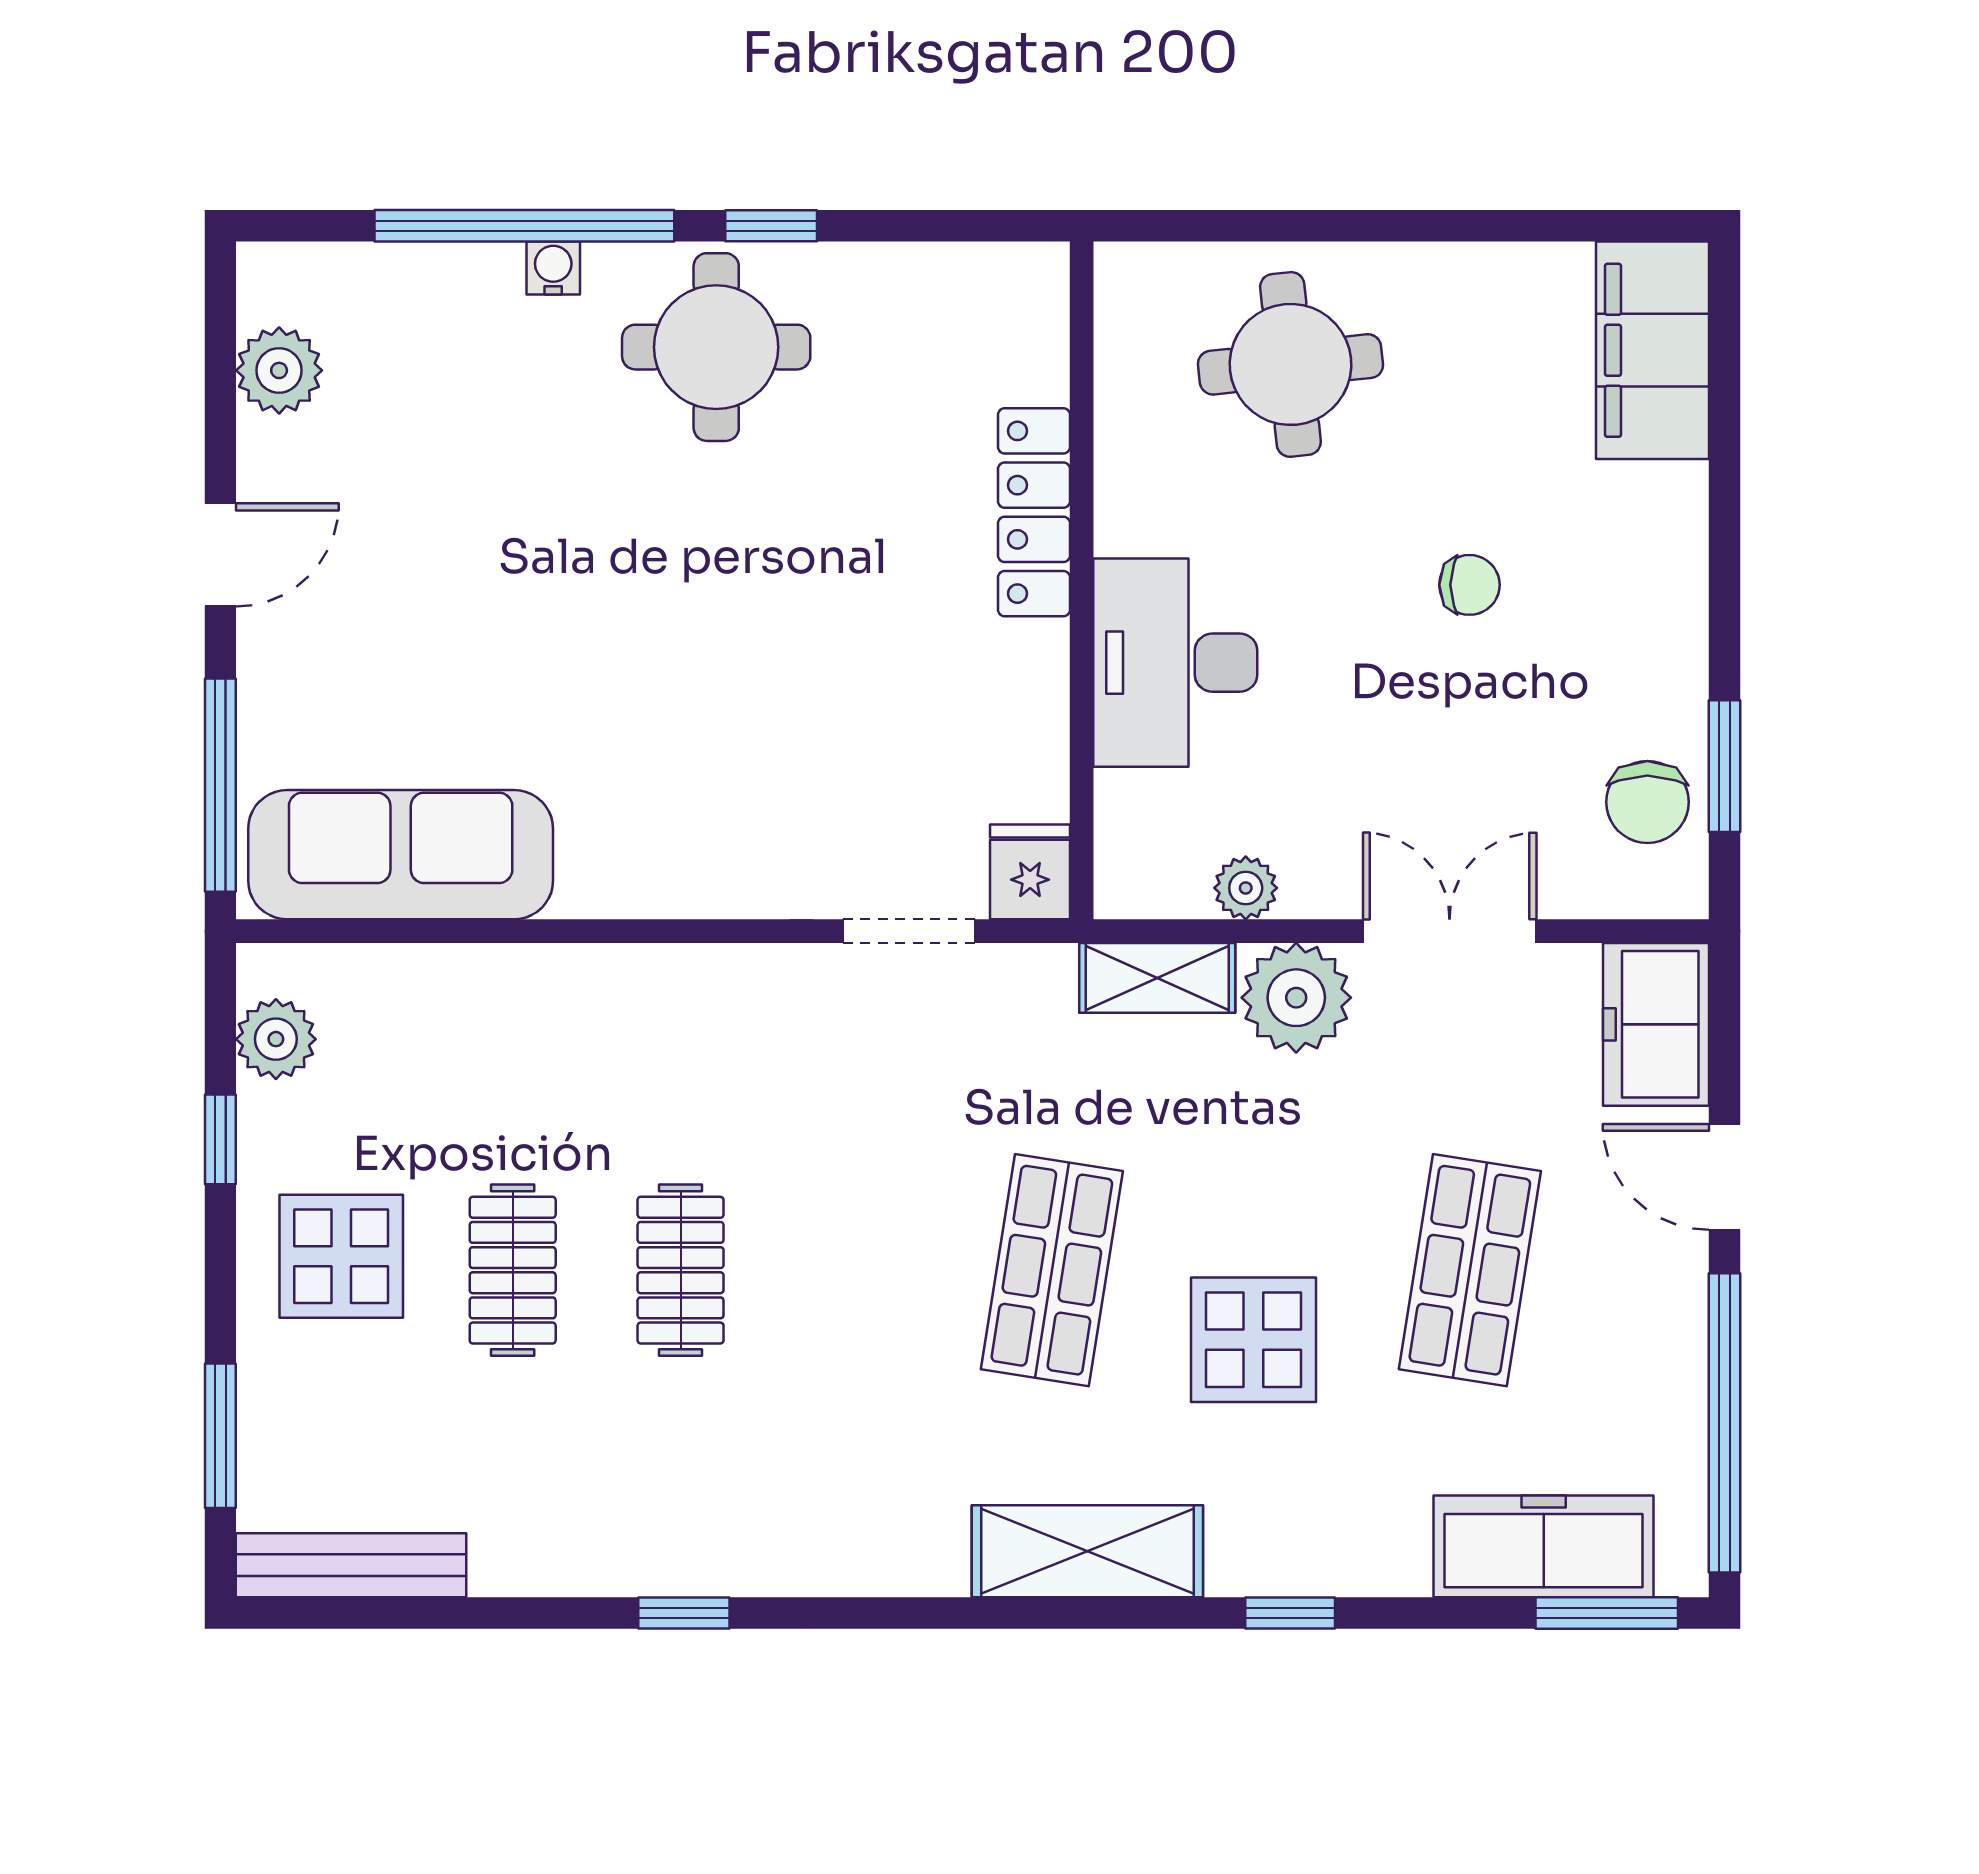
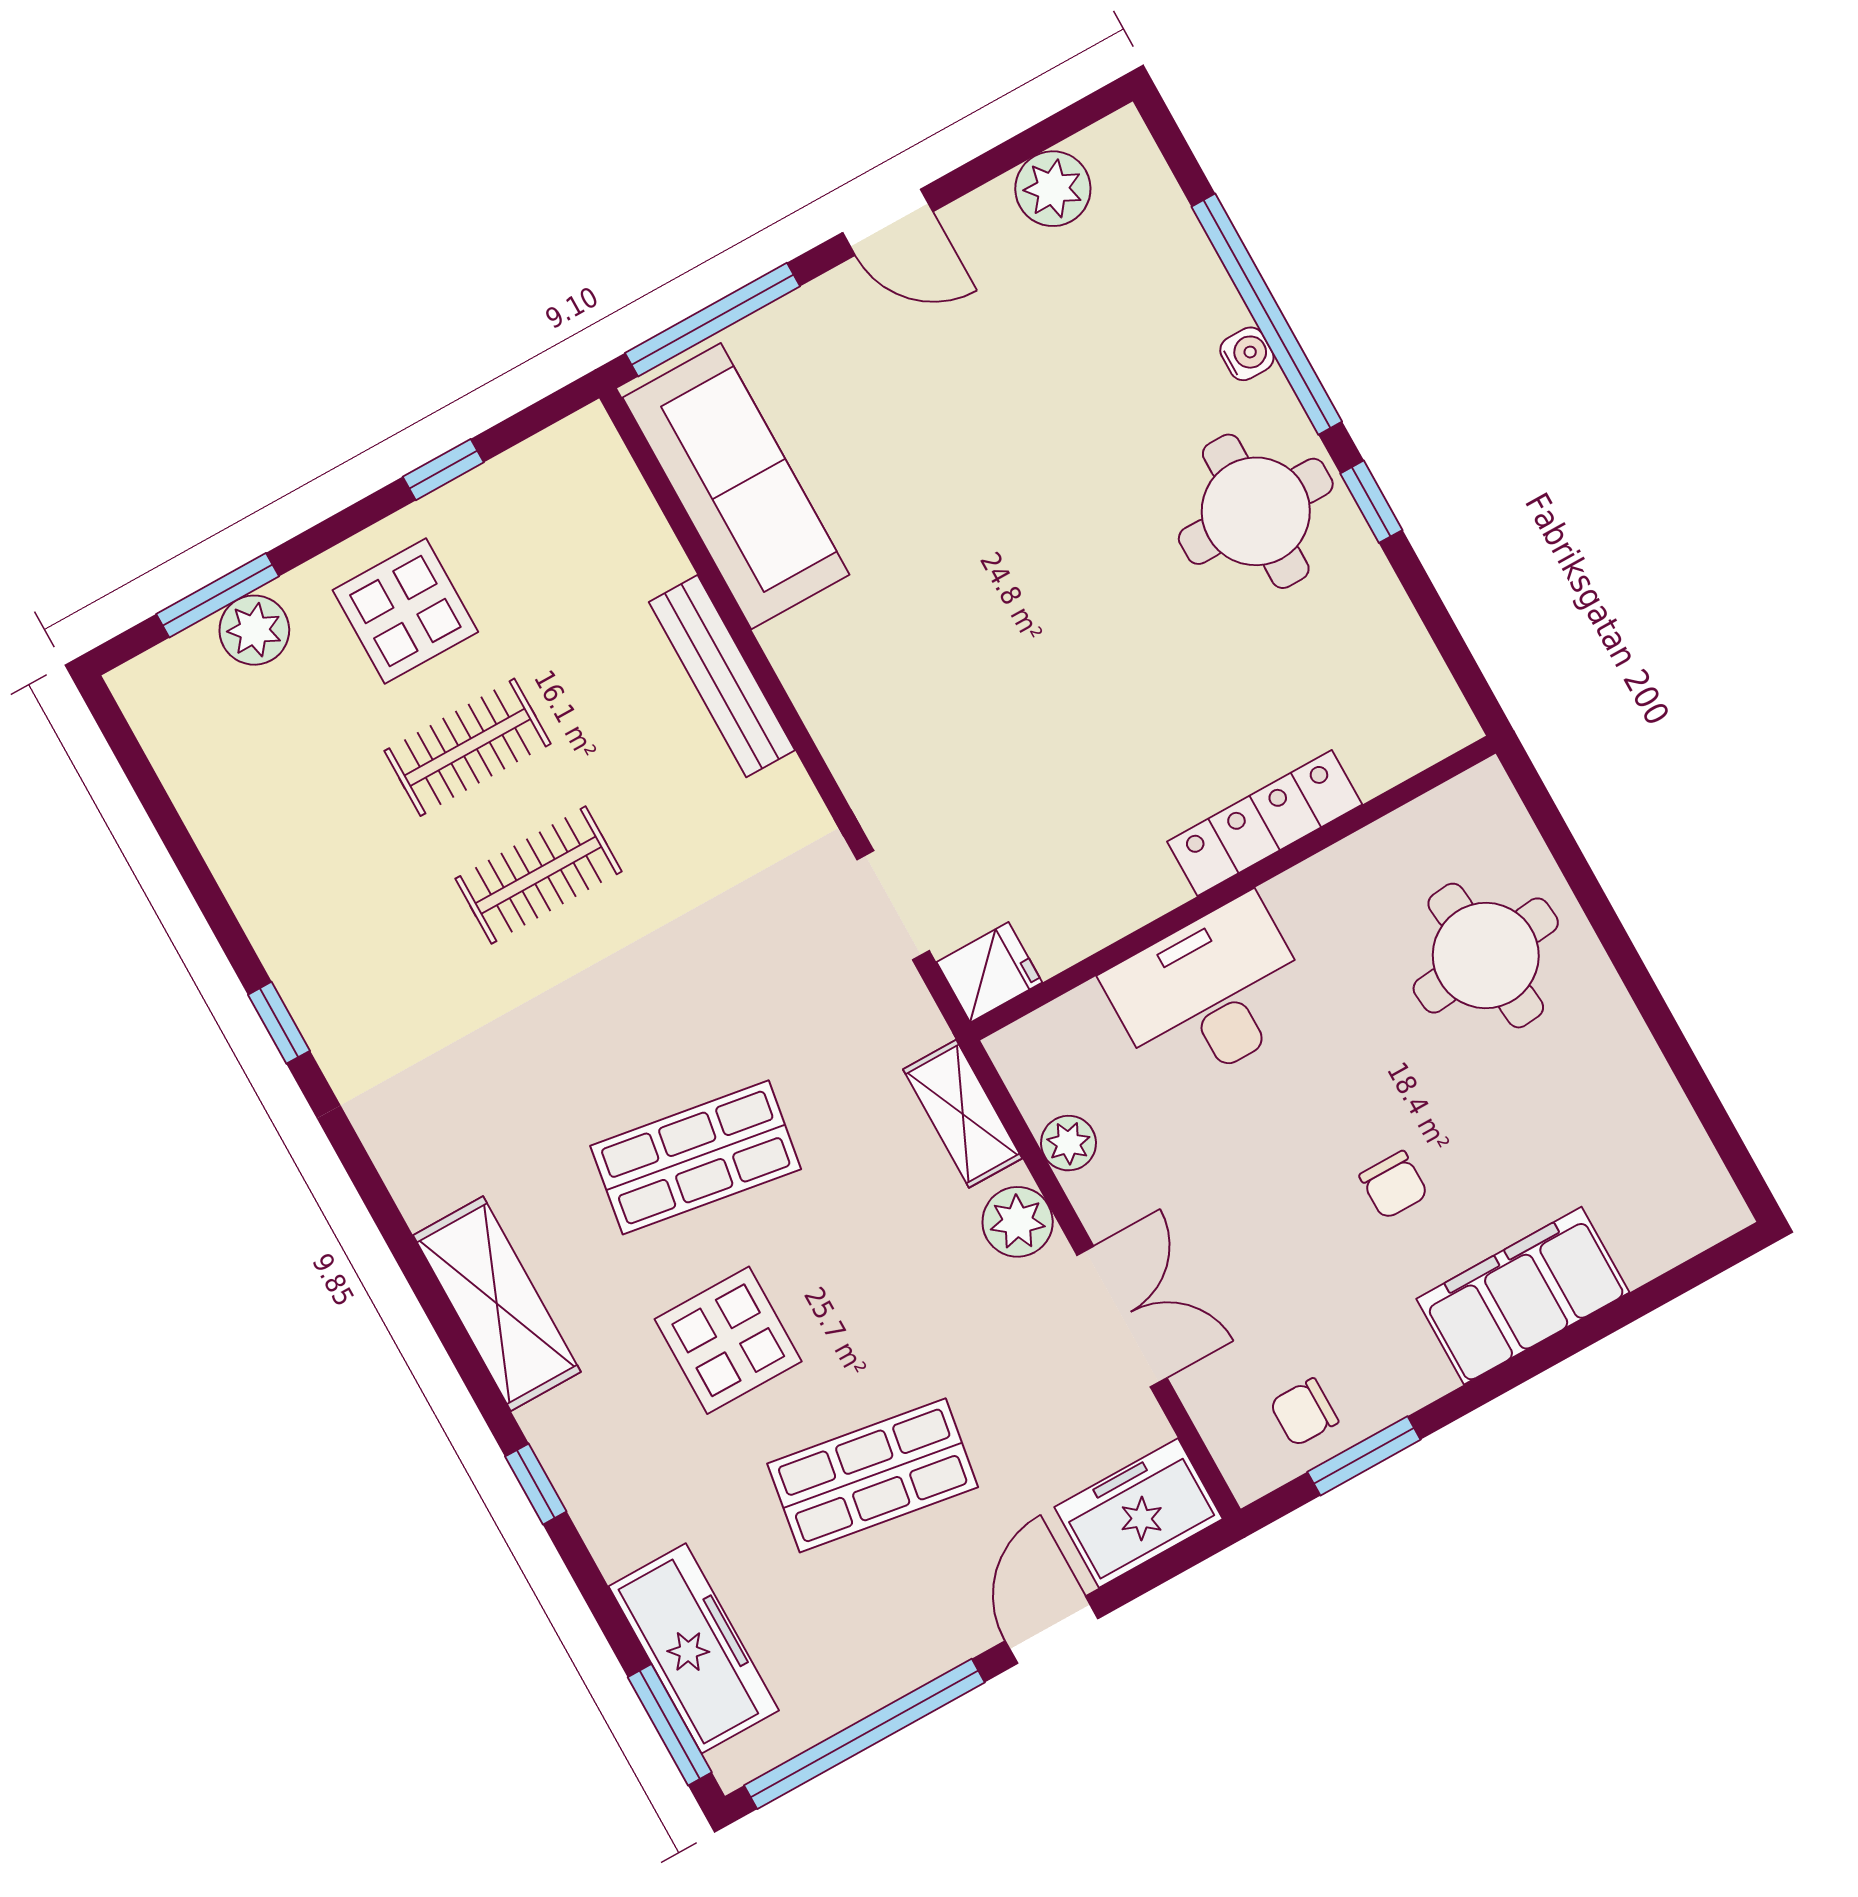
filing cabinet: (1653, 350) -> (1523, 1296), moved
chair: (1647, 802) -> (1304, 1412), width x0.73, depth x0.73
plant: (1296, 998) -> (1018, 1222), width x0.73, depth x0.73
plant: (276, 1039) -> (254, 630), moved
bench: (351, 1565) -> (722, 676), moved

